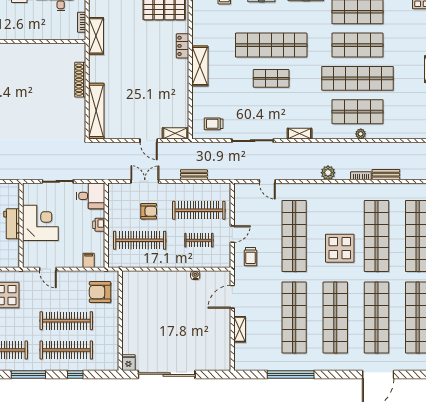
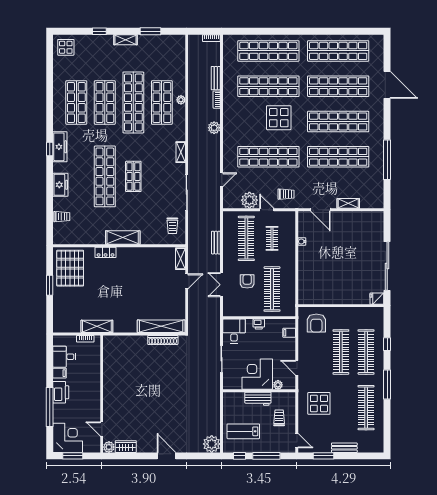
shoe rack: (80, 80) -> (163, 340), moved
plant: (243, 214) -> (249, 200), added
plant: (28, 247) -> (278, 385), added
door: (48, 269) -> (297, 368), swing flipped

